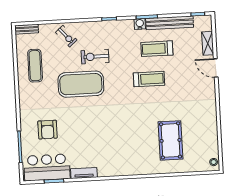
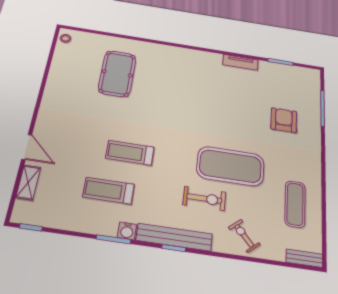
bench: (170, 23) -> (174, 237), moved
treadmill: (157, 49) -> (108, 191), turned 180
bar counter: (47, 167) -> (288, 78), removed

